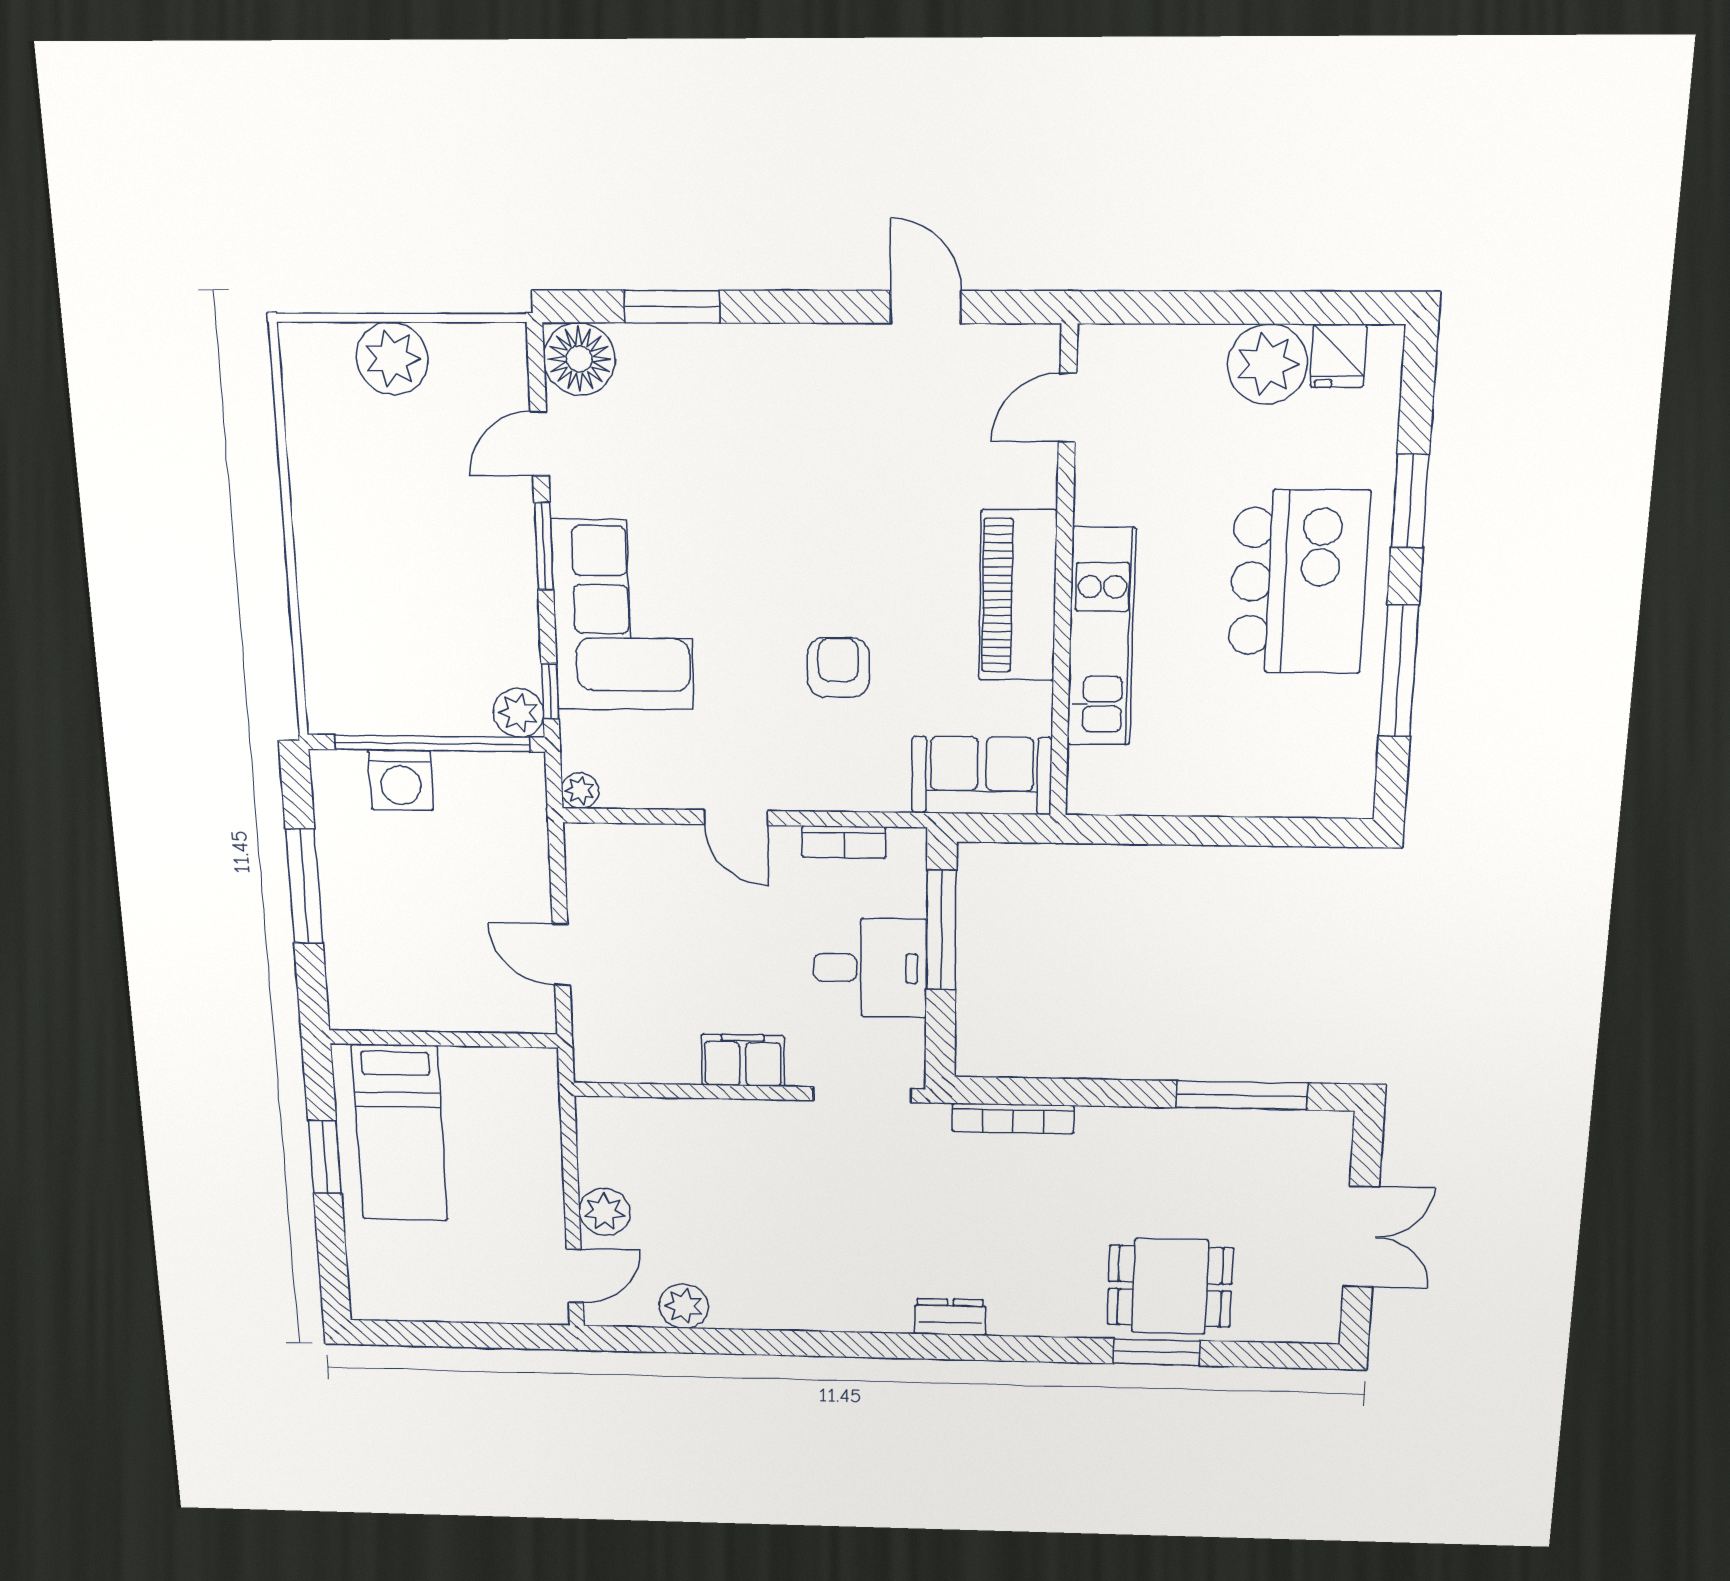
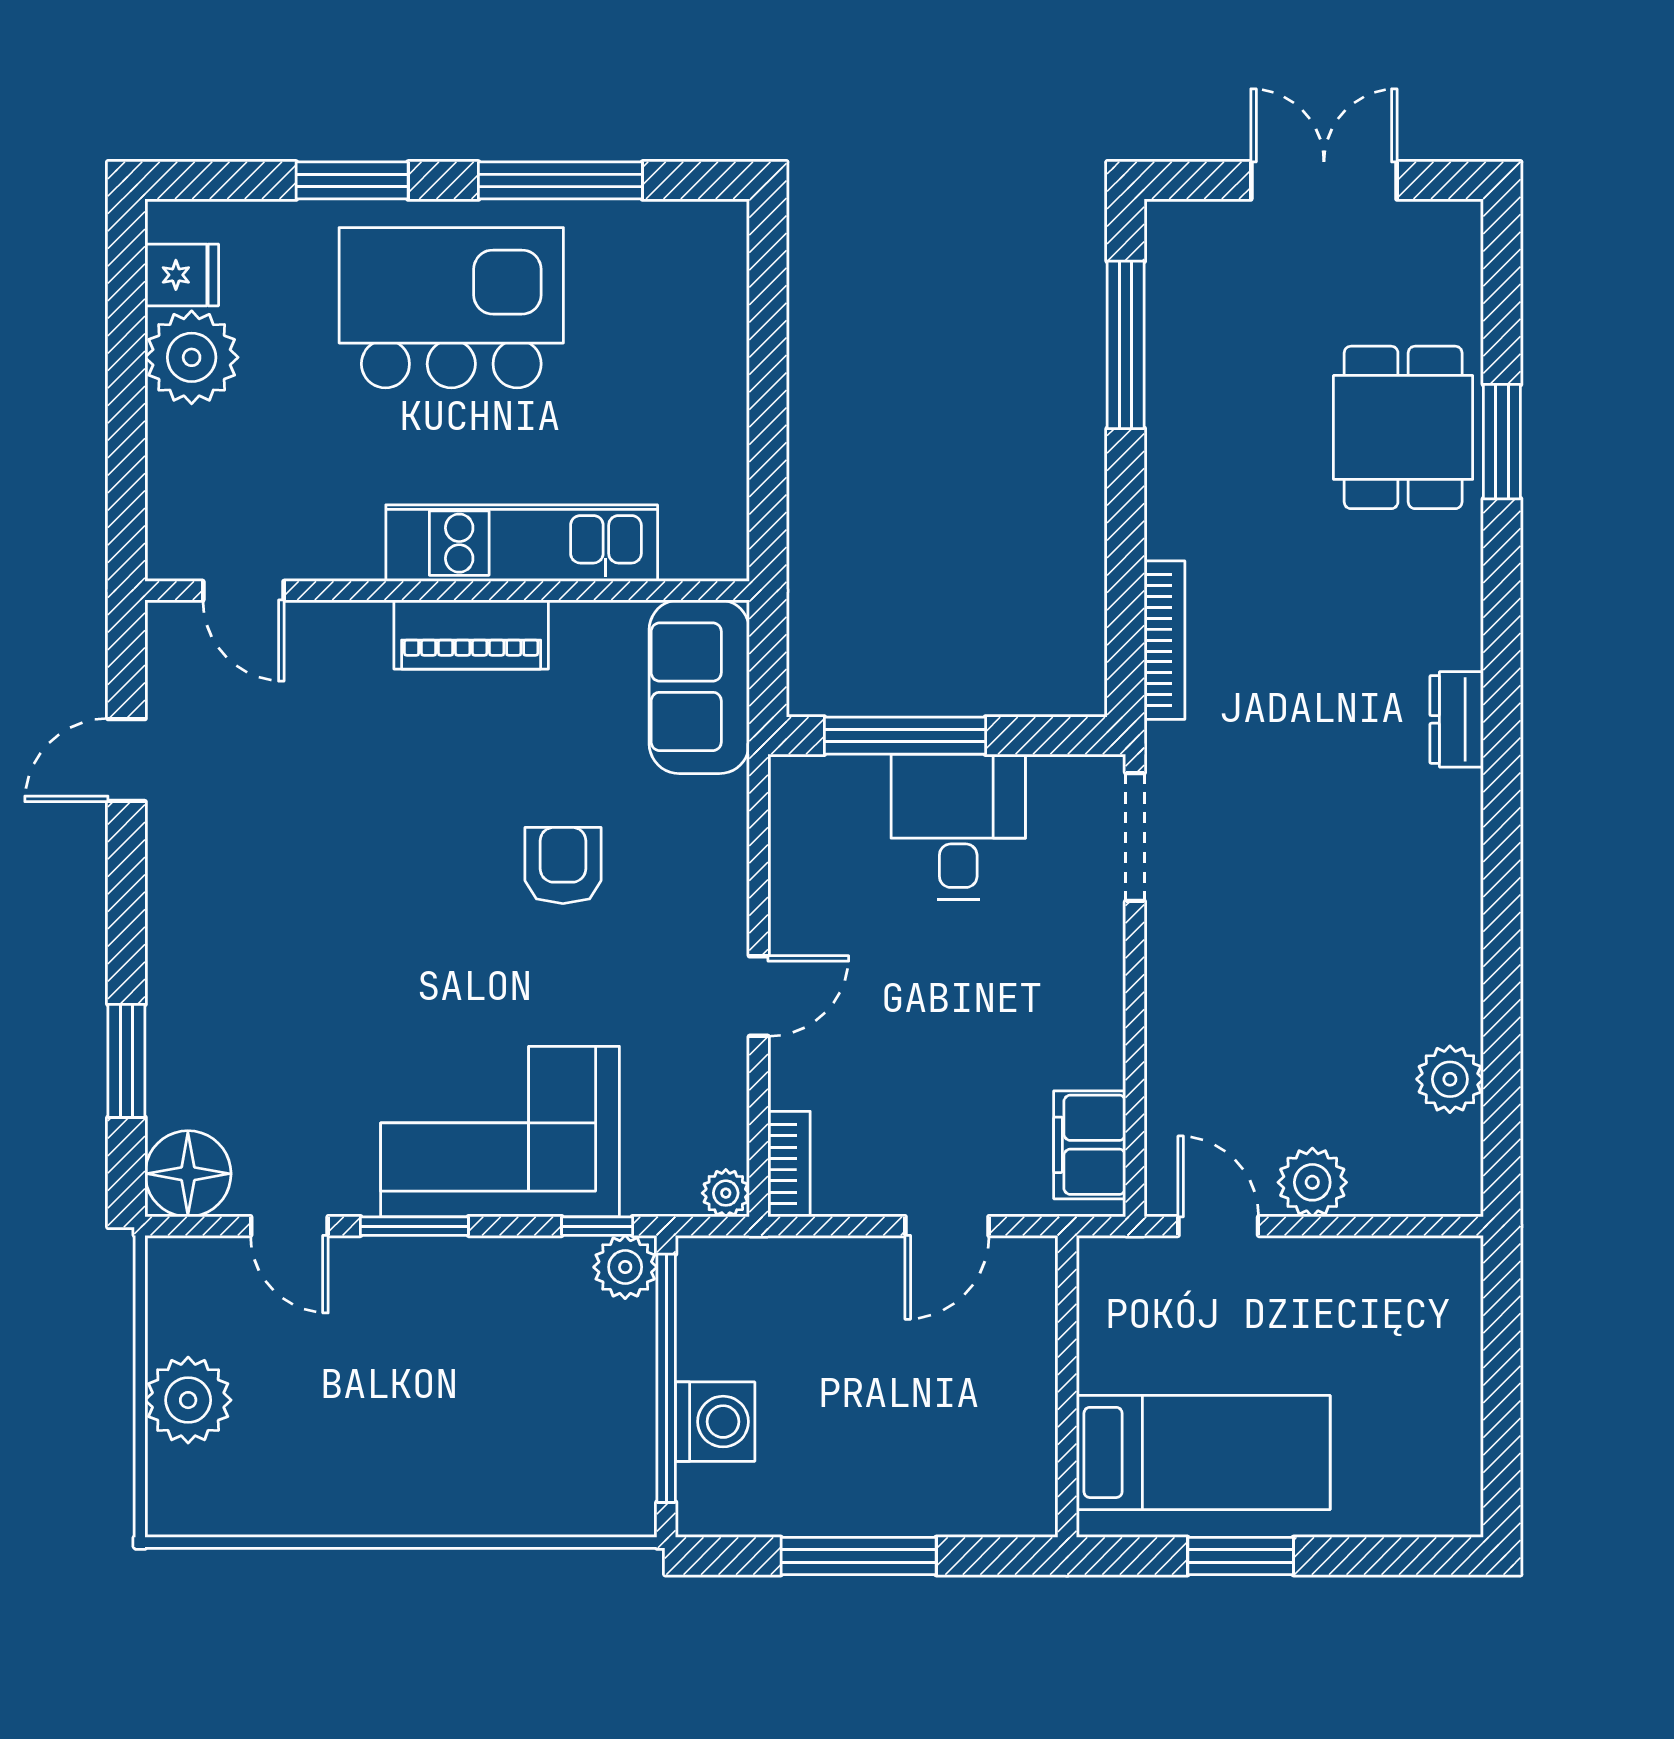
piano: (1018, 596) -> (471, 635), width x0.73, depth x0.75
armchair: (838, 667) -> (563, 865), turned 90
bookcase: (844, 842) -> (789, 1164), moved
filing cabinet: (743, 1060) -> (1090, 1145), moved
door: (575, 1276) -> (1218, 1226), moved

